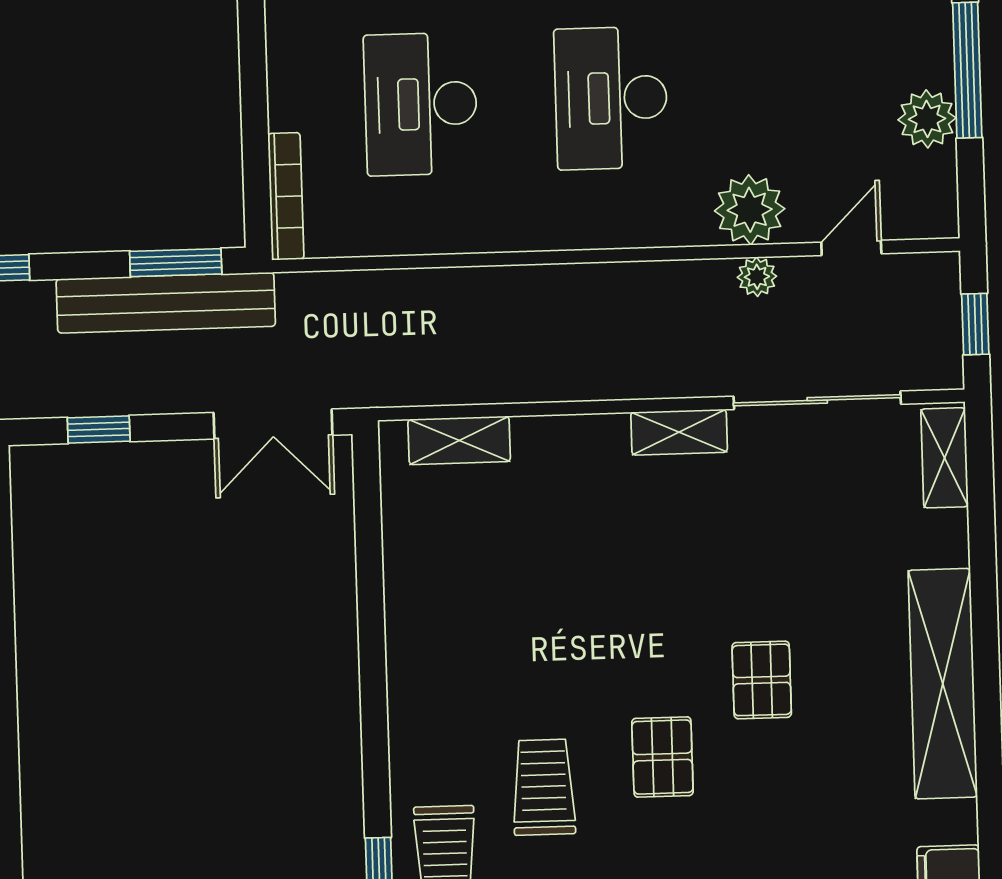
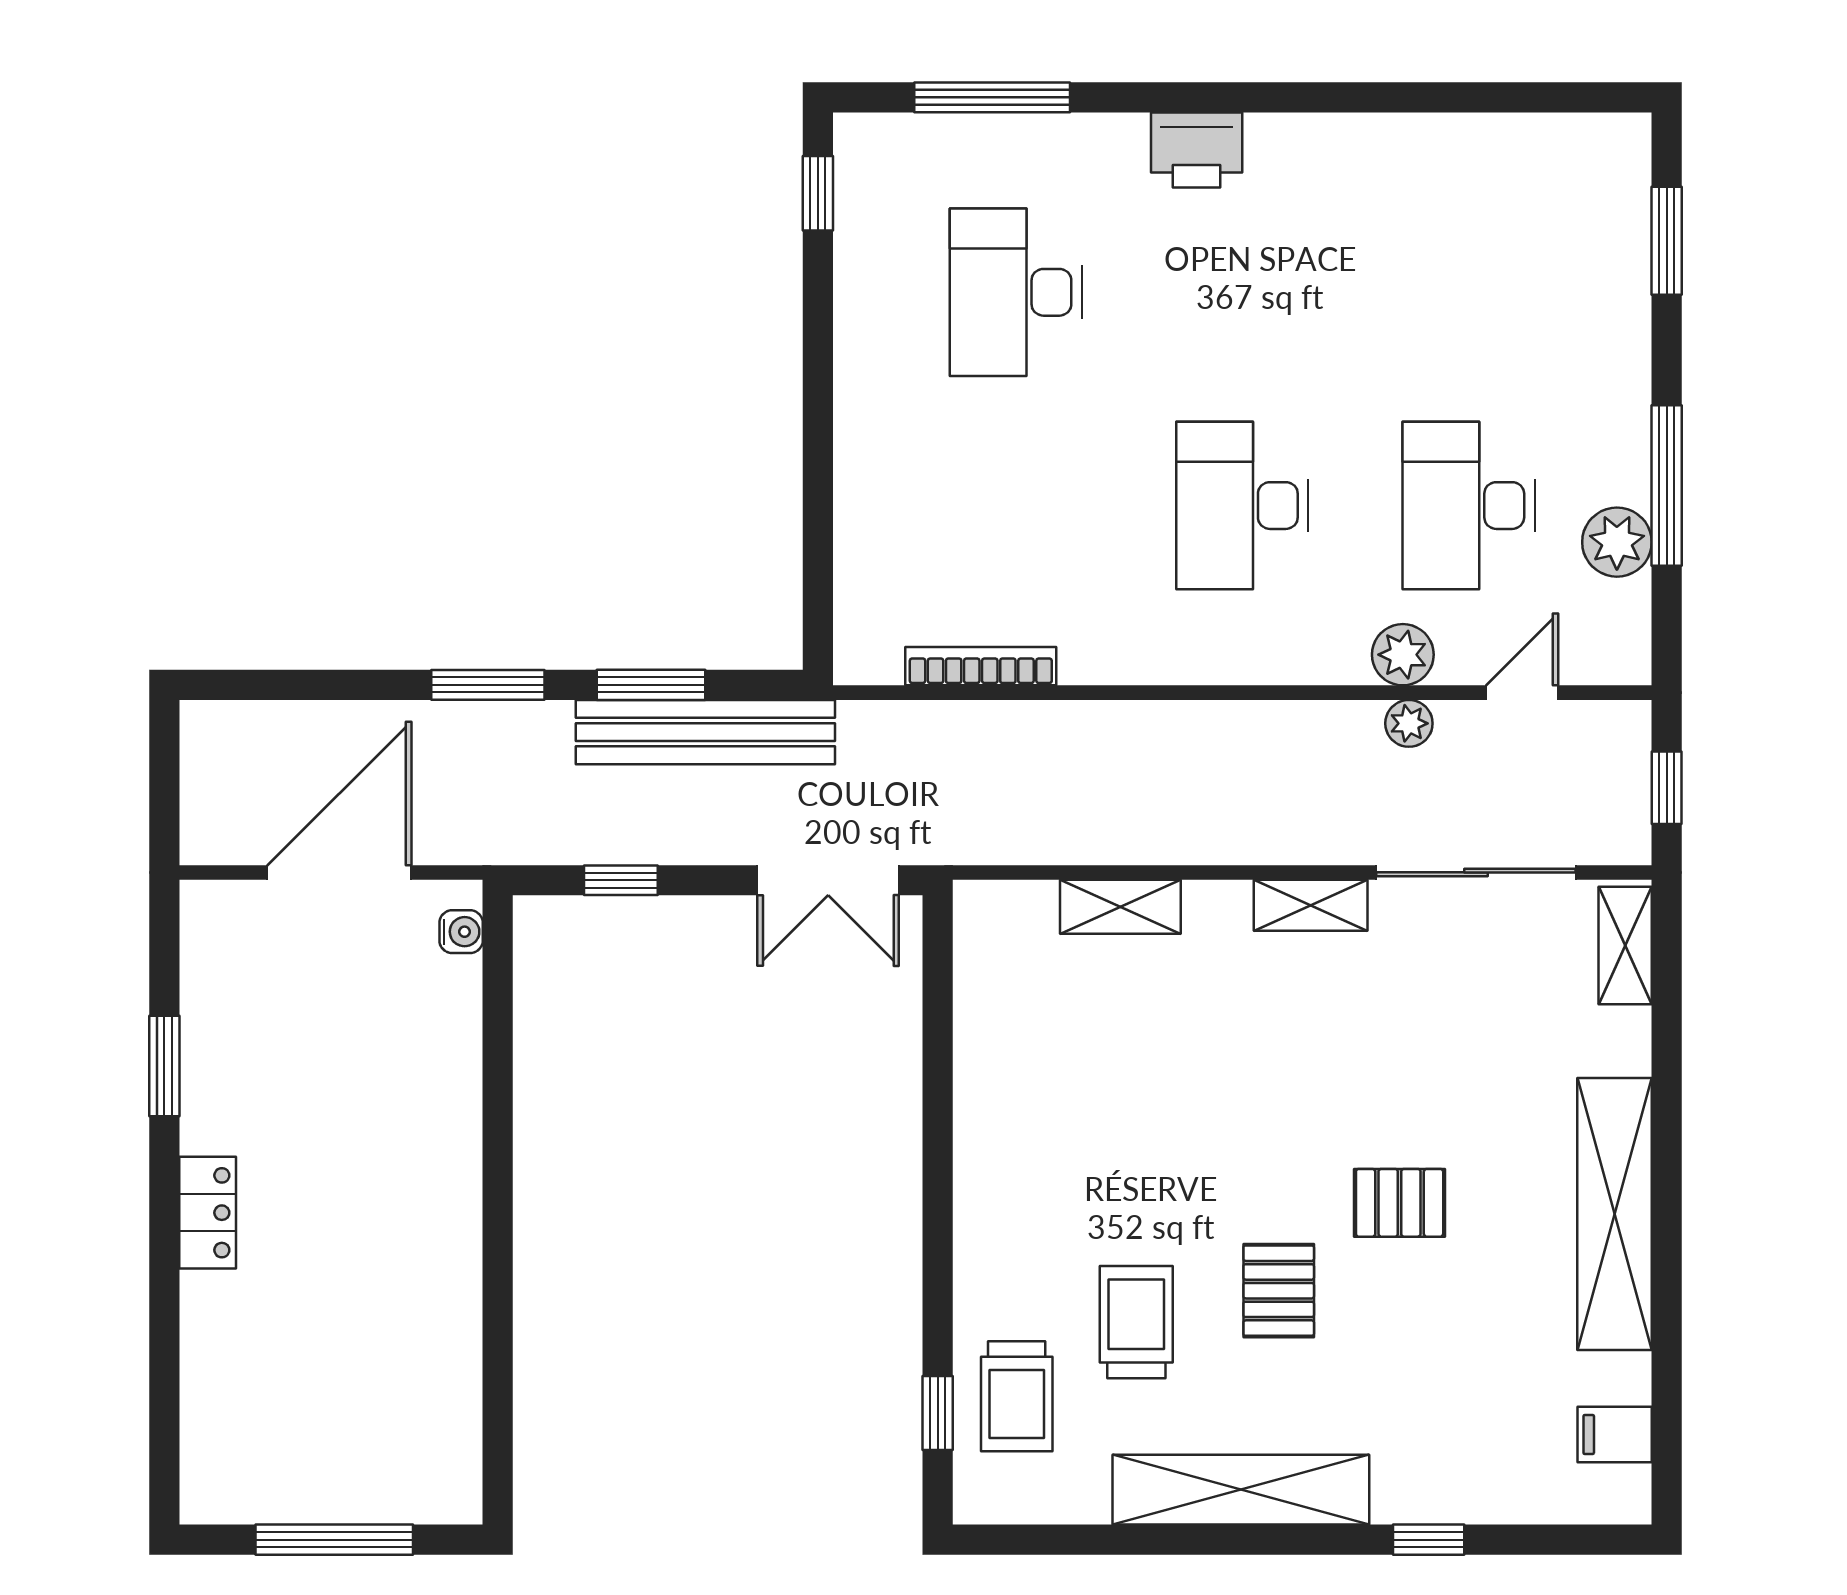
desk: (421, 104) -> (1469, 506), moved
bookcase: (286, 196) -> (981, 666), moved, turned -90
plant: (750, 210) -> (1403, 655), width x0.73, depth x0.73
window: (176, 263) -> (651, 685), moved
shelving: (459, 440) -> (1120, 907), moved
pallet: (762, 680) -> (1400, 1203), turned 90

